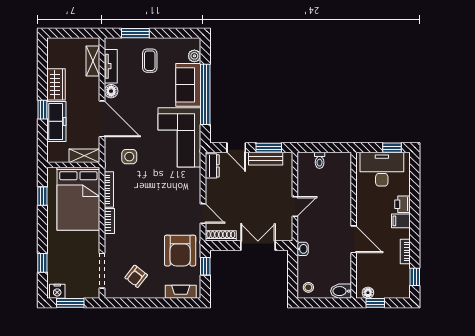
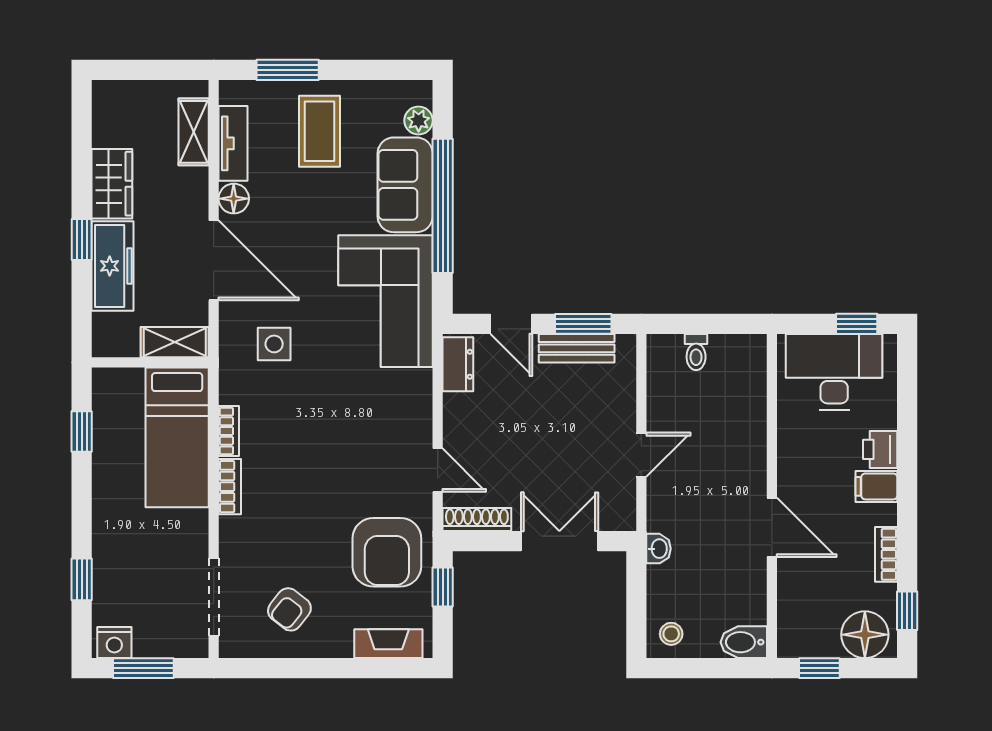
coffee table: (150, 61) -> (320, 131), width x1.36, depth x1.30
bookcase: (109, 189) -> (229, 431), width x0.64
bed: (78, 199) -> (177, 437), width x0.67
floor lamp: (368, 293) -> (865, 635), moved, width x1.89, depth x1.89

